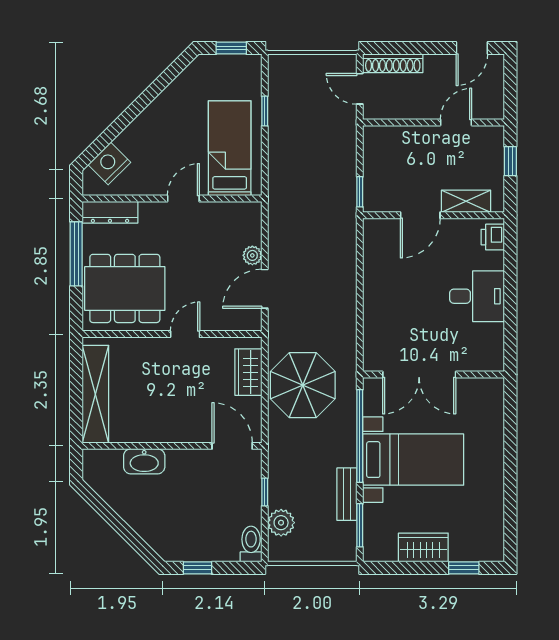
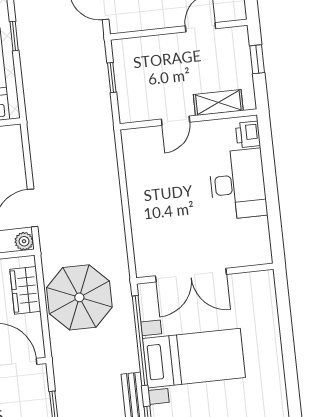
window: (360, 192) -> (112, 78), moved
door: (420, 215) -> (176, 121), width x0.73
plant: (252, 255) -> (24, 241), moved
desk: (477, 296) -> (238, 184), width x1.37

